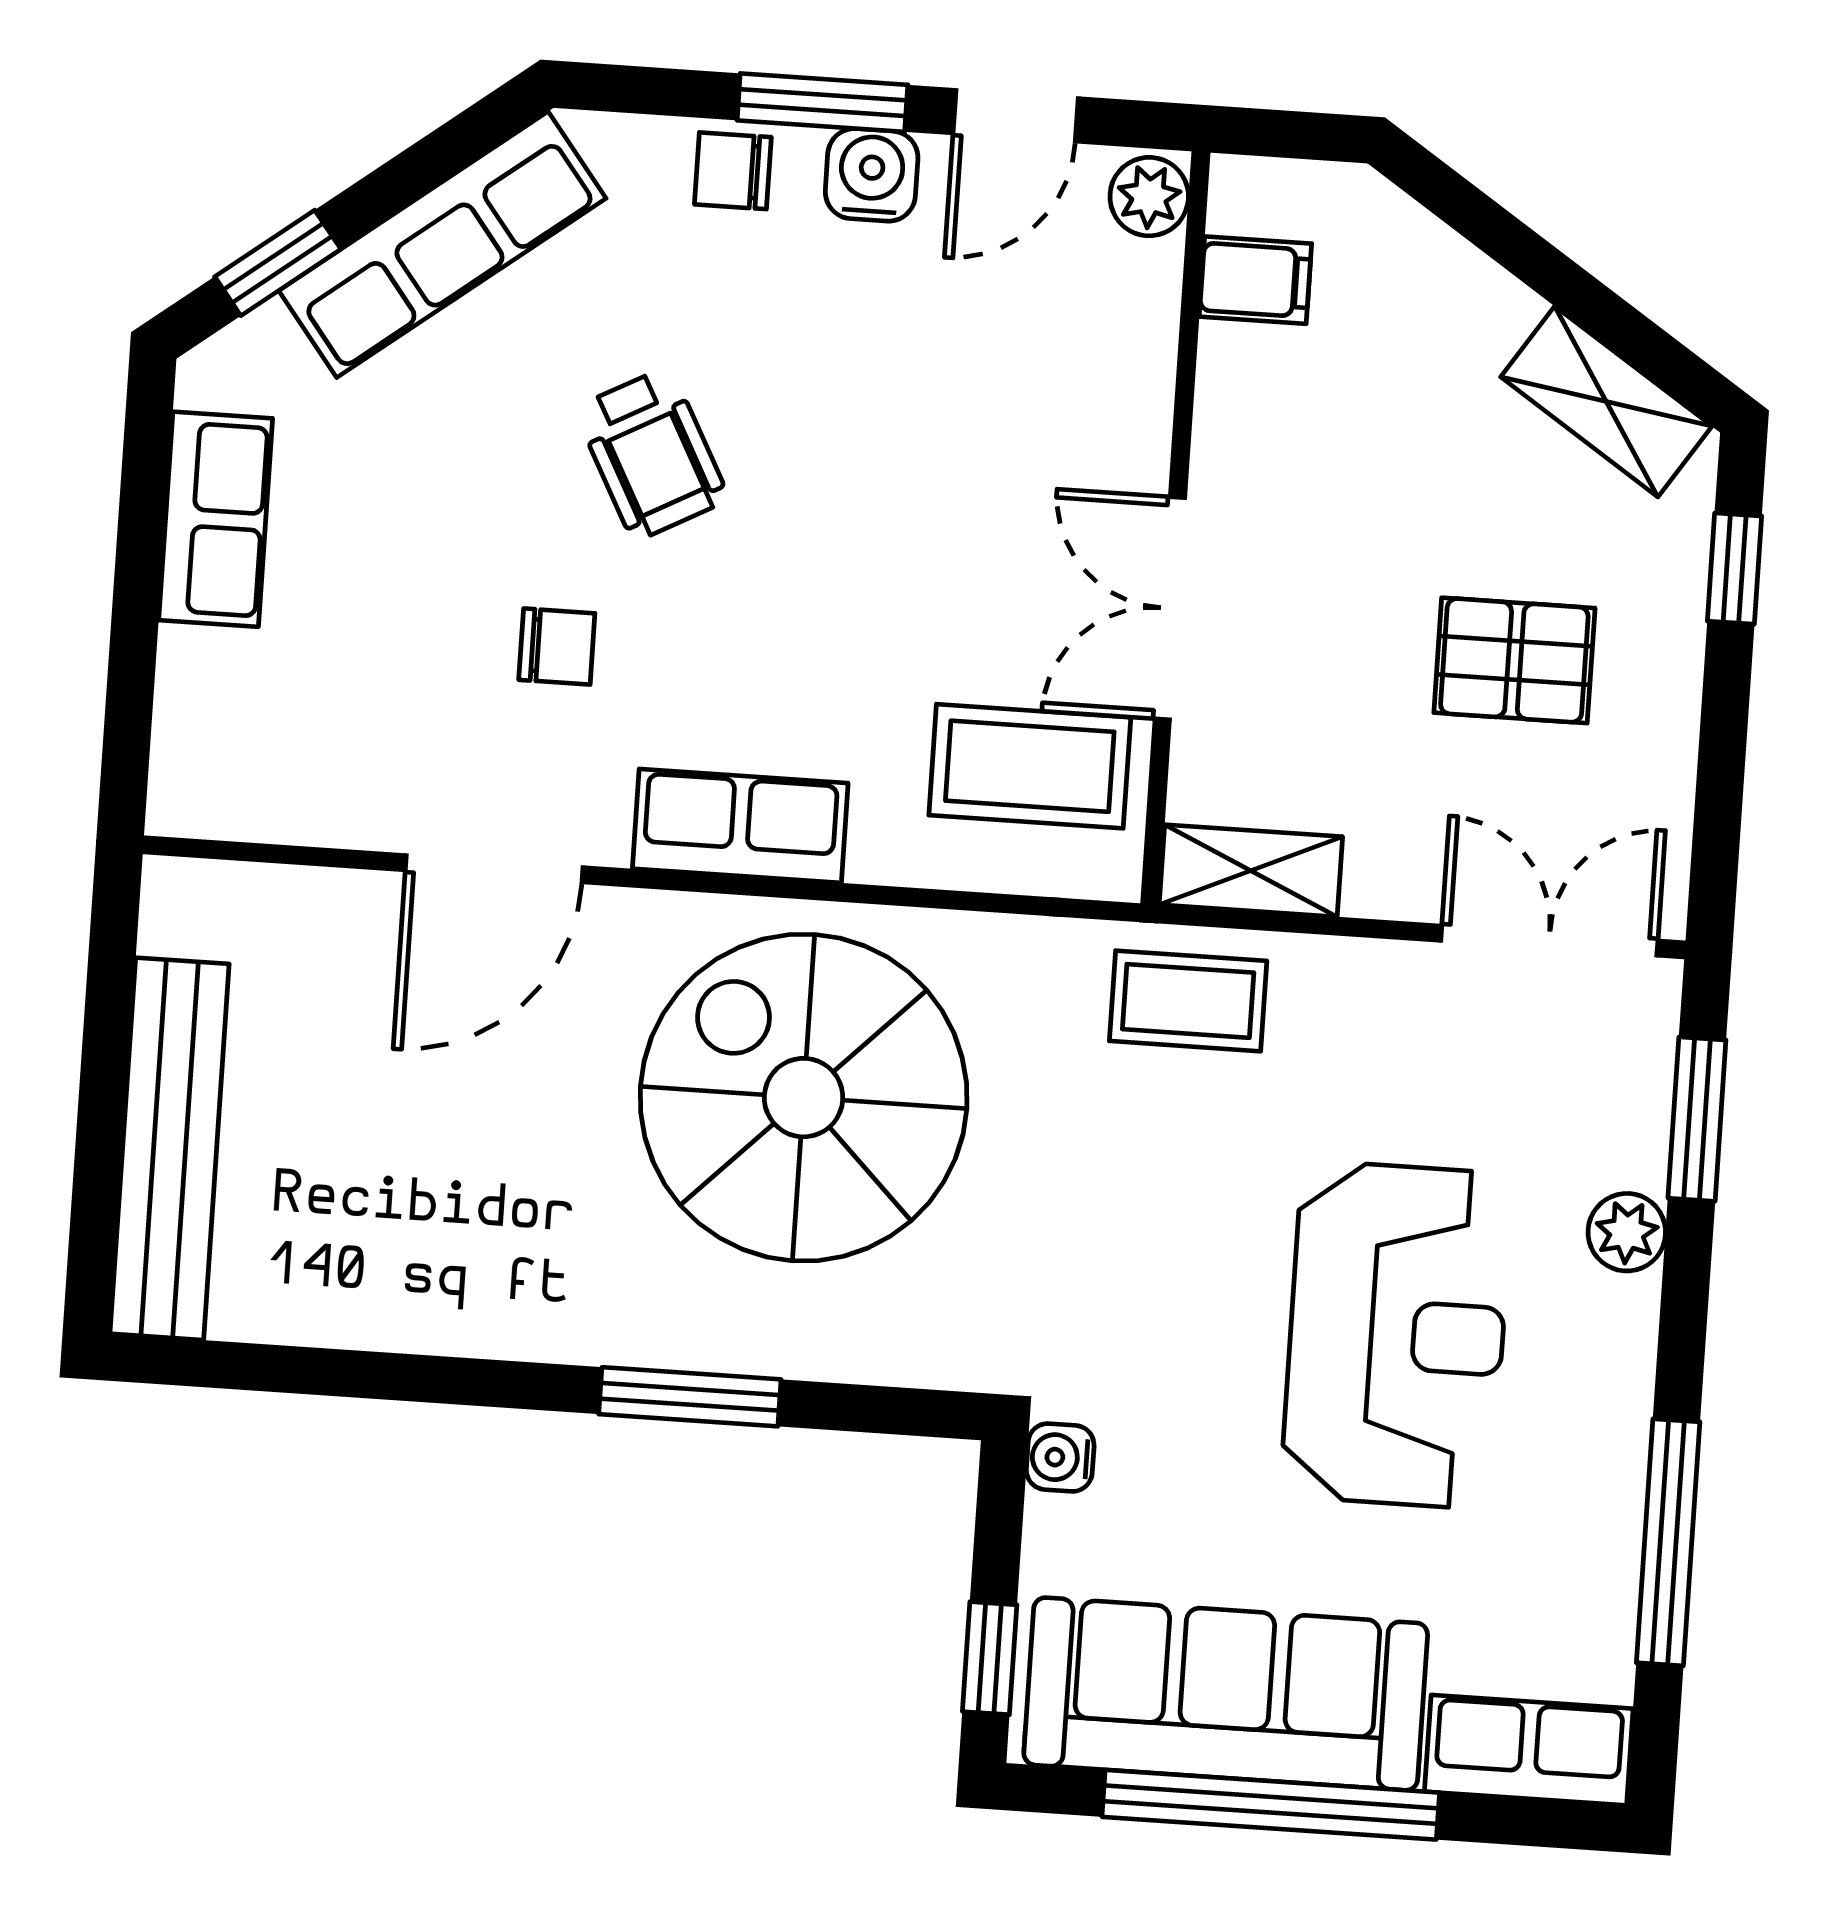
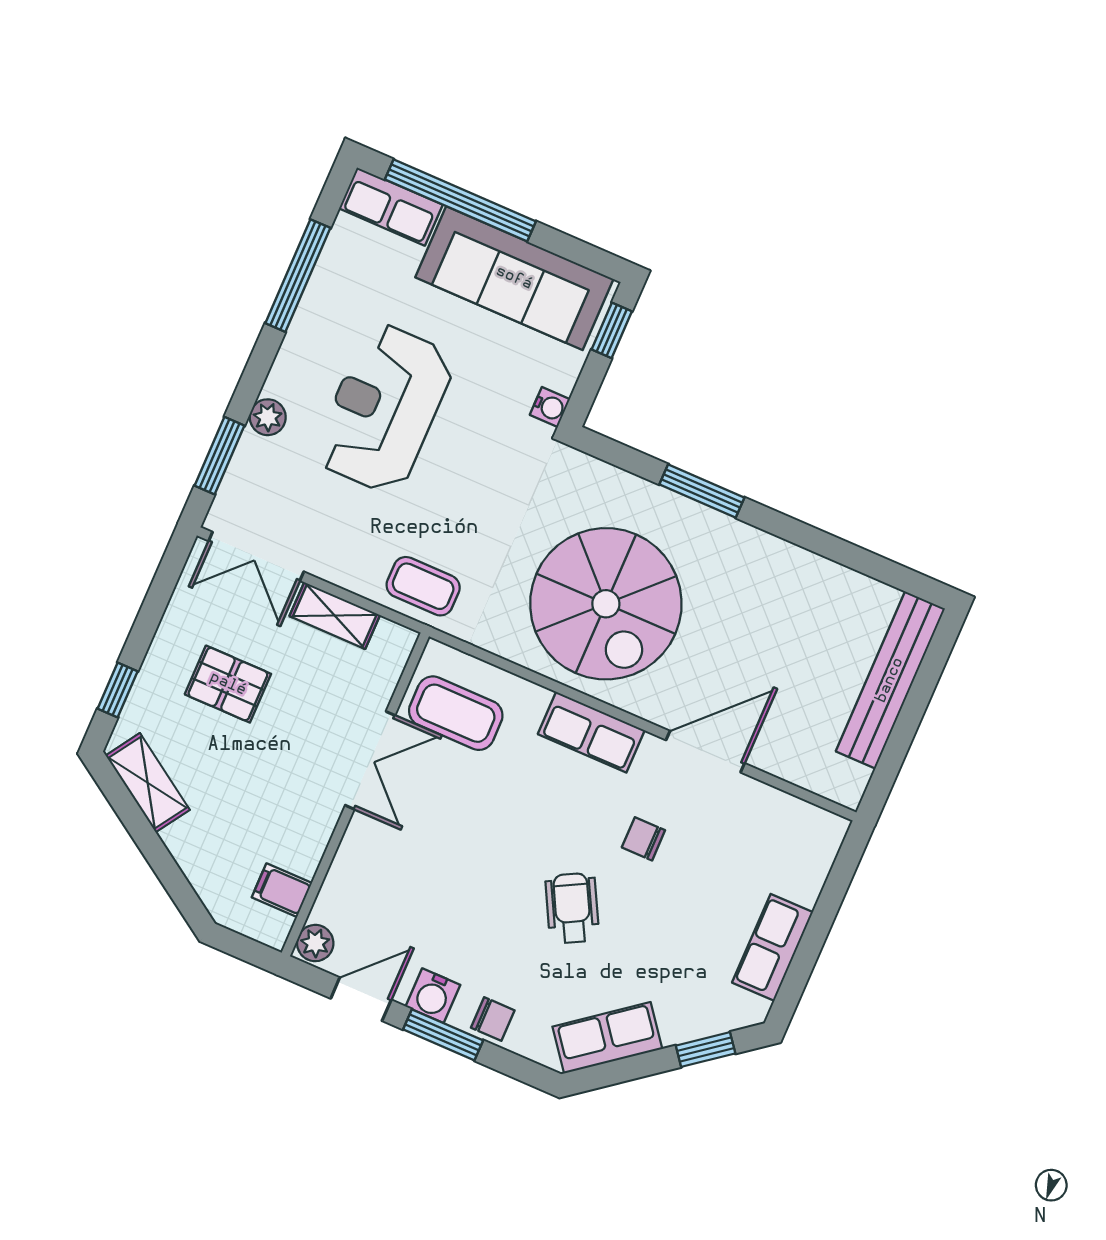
row of seats: (442, 245) -> (607, 1038), width x0.68
shelving: (1251, 871) -> (335, 616), moved
window: (1271, 1805) -> (460, 200), moved

